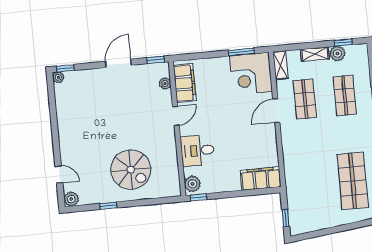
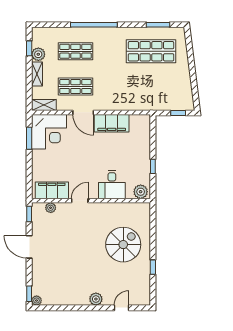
door: (176, 116) -> (80, 201), hinge flipped
filing cabinet: (261, 179) -> (112, 123), moved, turned -90
window: (198, 197) -> (153, 166), moved
plant: (71, 199) -> (96, 299), moved

